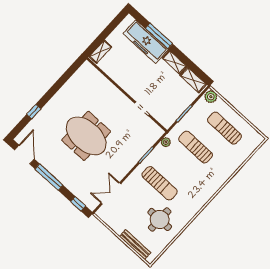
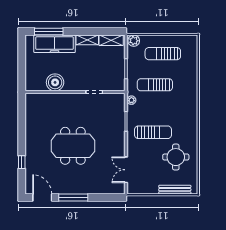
window: (159, 36) -> (49, 32), moved
shelving: (100, 52) -> (30, 79), removed
boiler: (118, 73) -> (55, 82), added
window: (78, 204) -> (110, 198), removed

